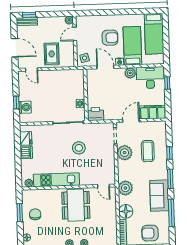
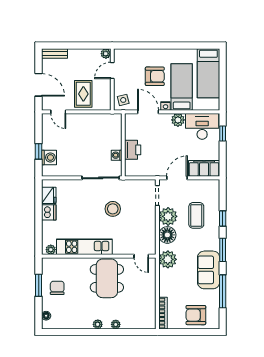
window: (29, 15) -> (57, 45), removed
printer: (96, 114) -> (133, 150), moved, turned 90
floor lamp: (126, 211) -> (167, 235), moved

